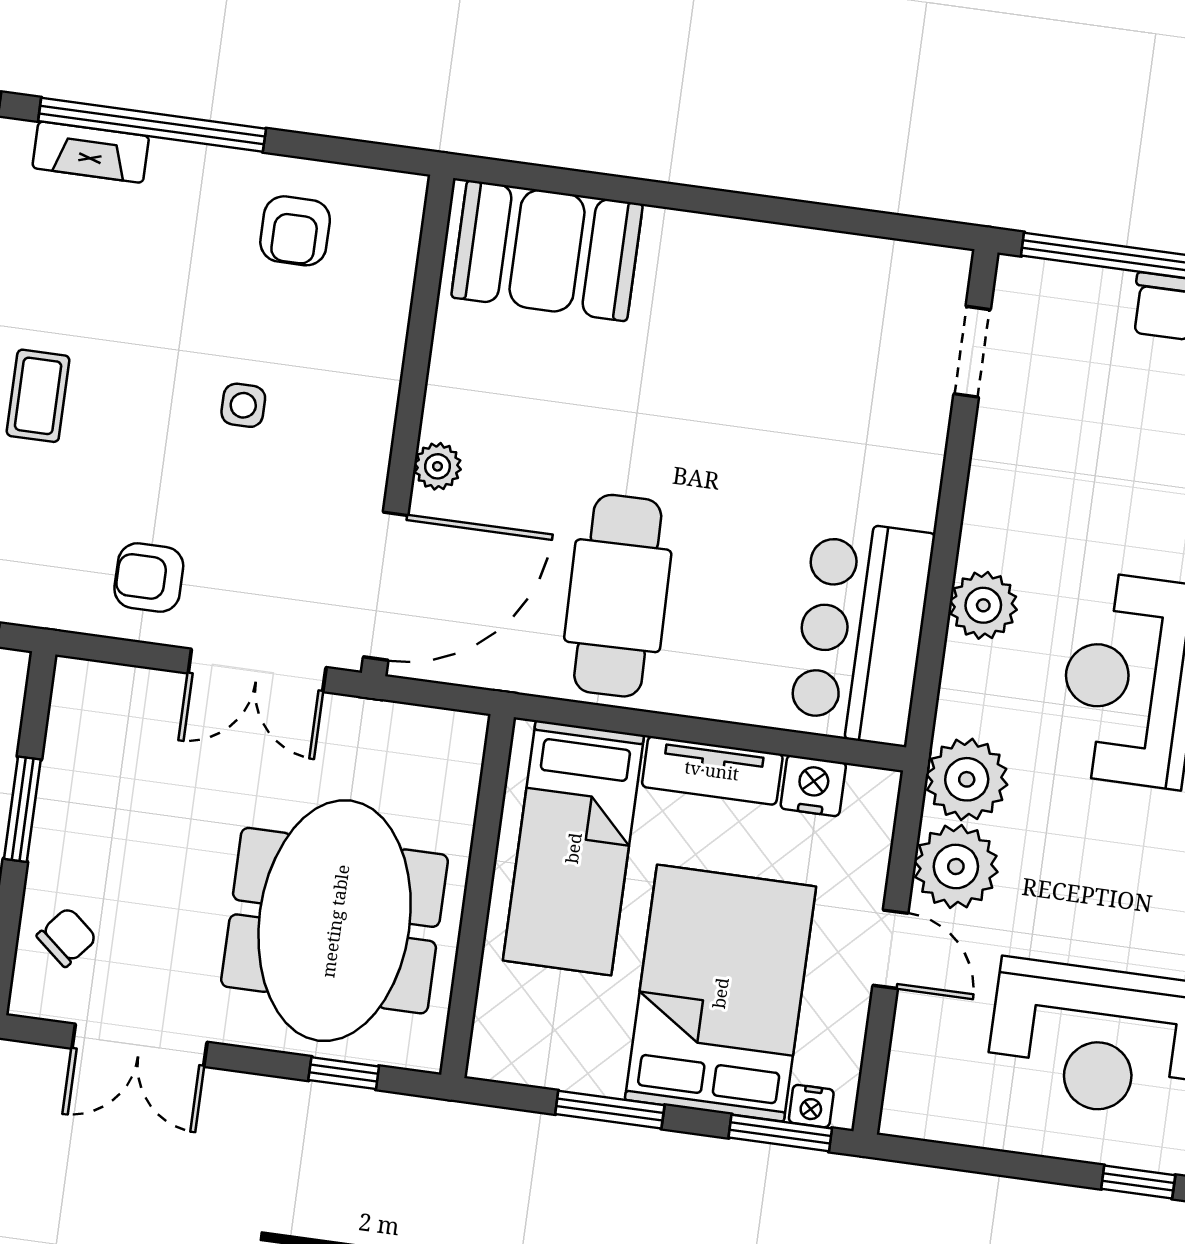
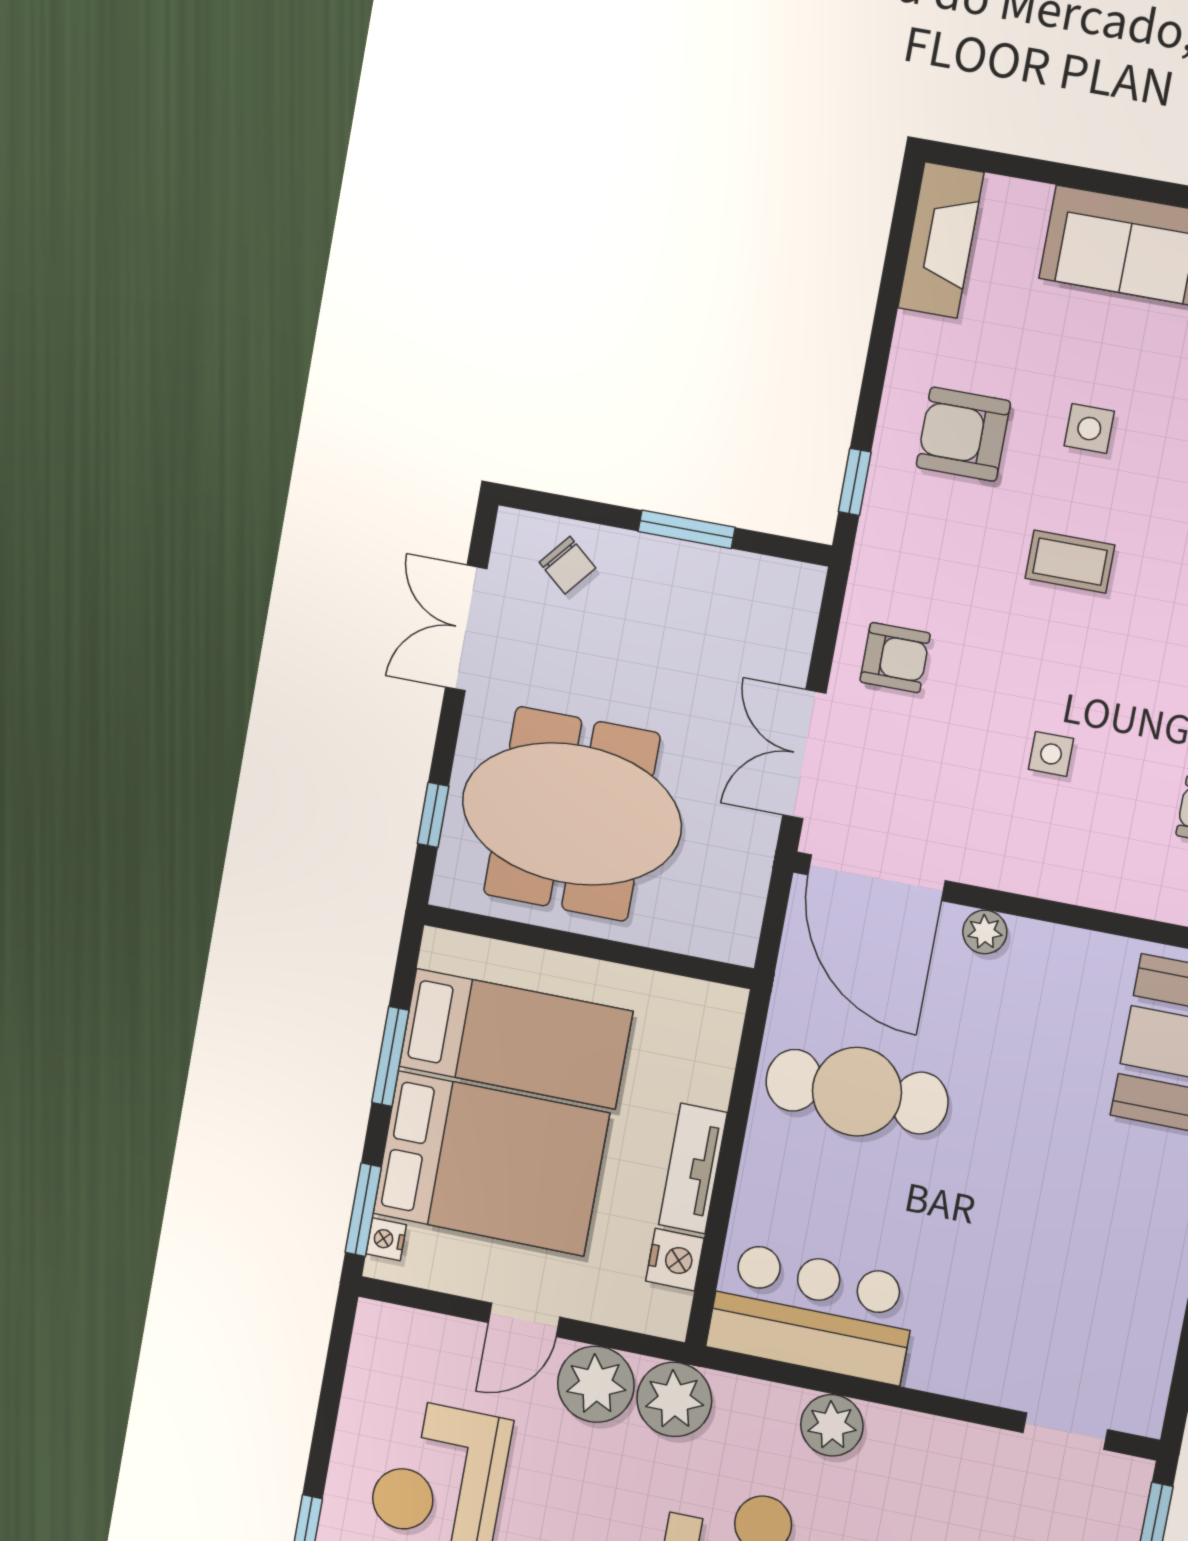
armchair: (149, 578) -> (895, 658), turned 90
bed: (573, 848) -> (516, 1039), moved, turned 180

